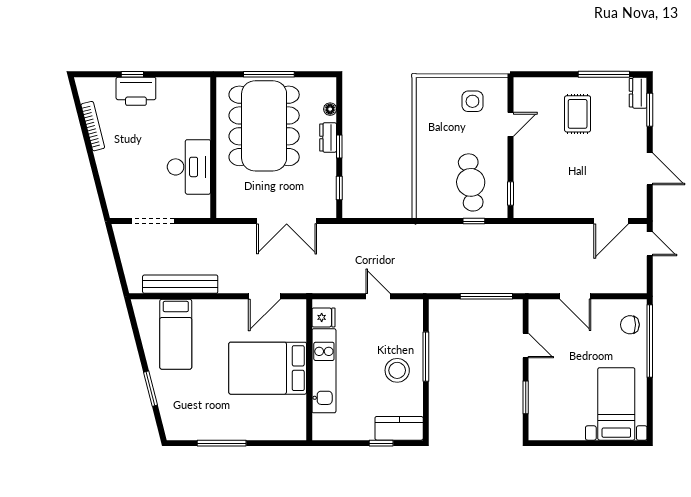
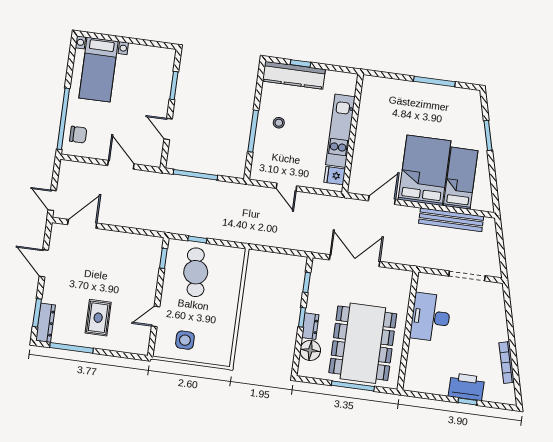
dresser: (638, 93) -> (46, 323), width x1.44
floor lamp: (330, 109) -> (310, 350), width x1.89, depth x1.89
bed: (268, 368) -> (425, 170), moved, turned -90
stool: (397, 370) -> (279, 123), width x0.53, depth x0.53
kitchen counter: (399, 428) -> (294, 75), width x1.50

